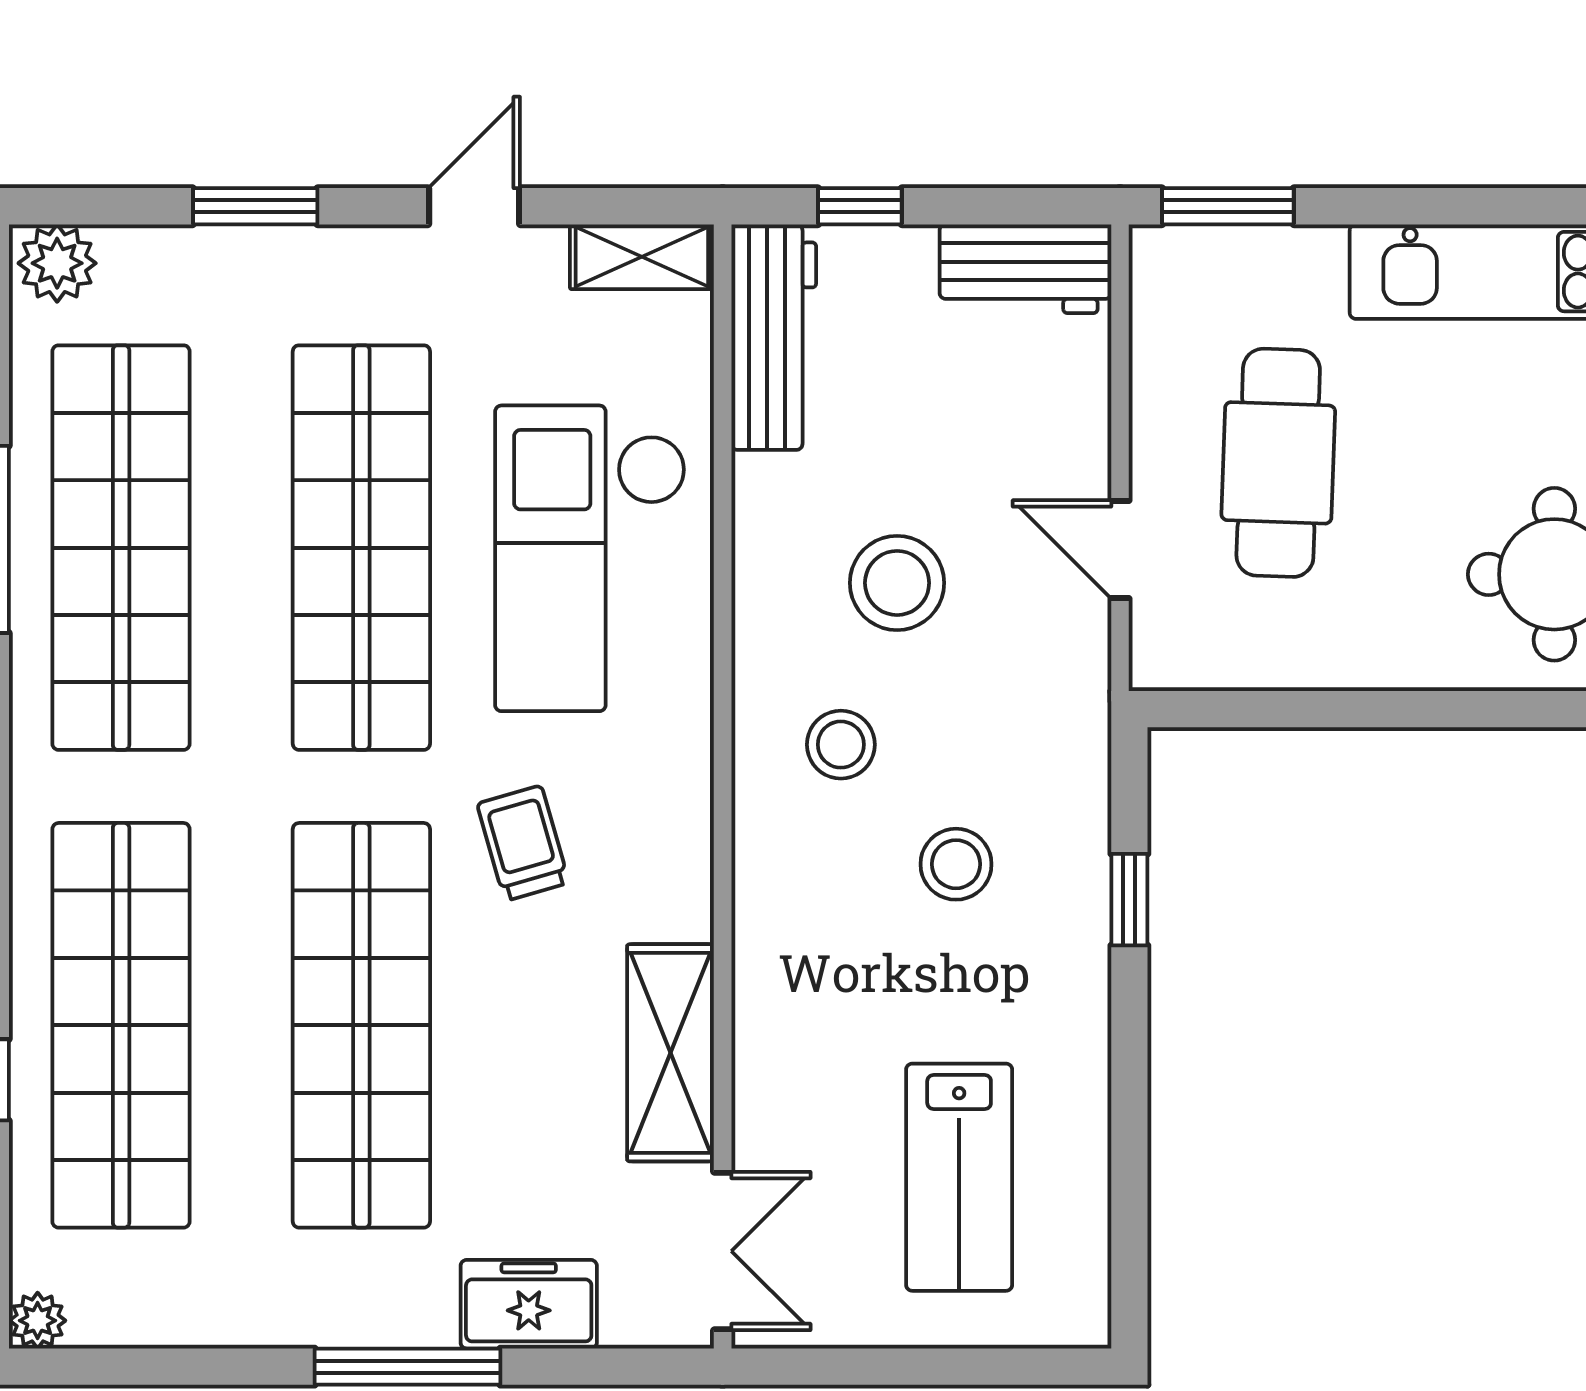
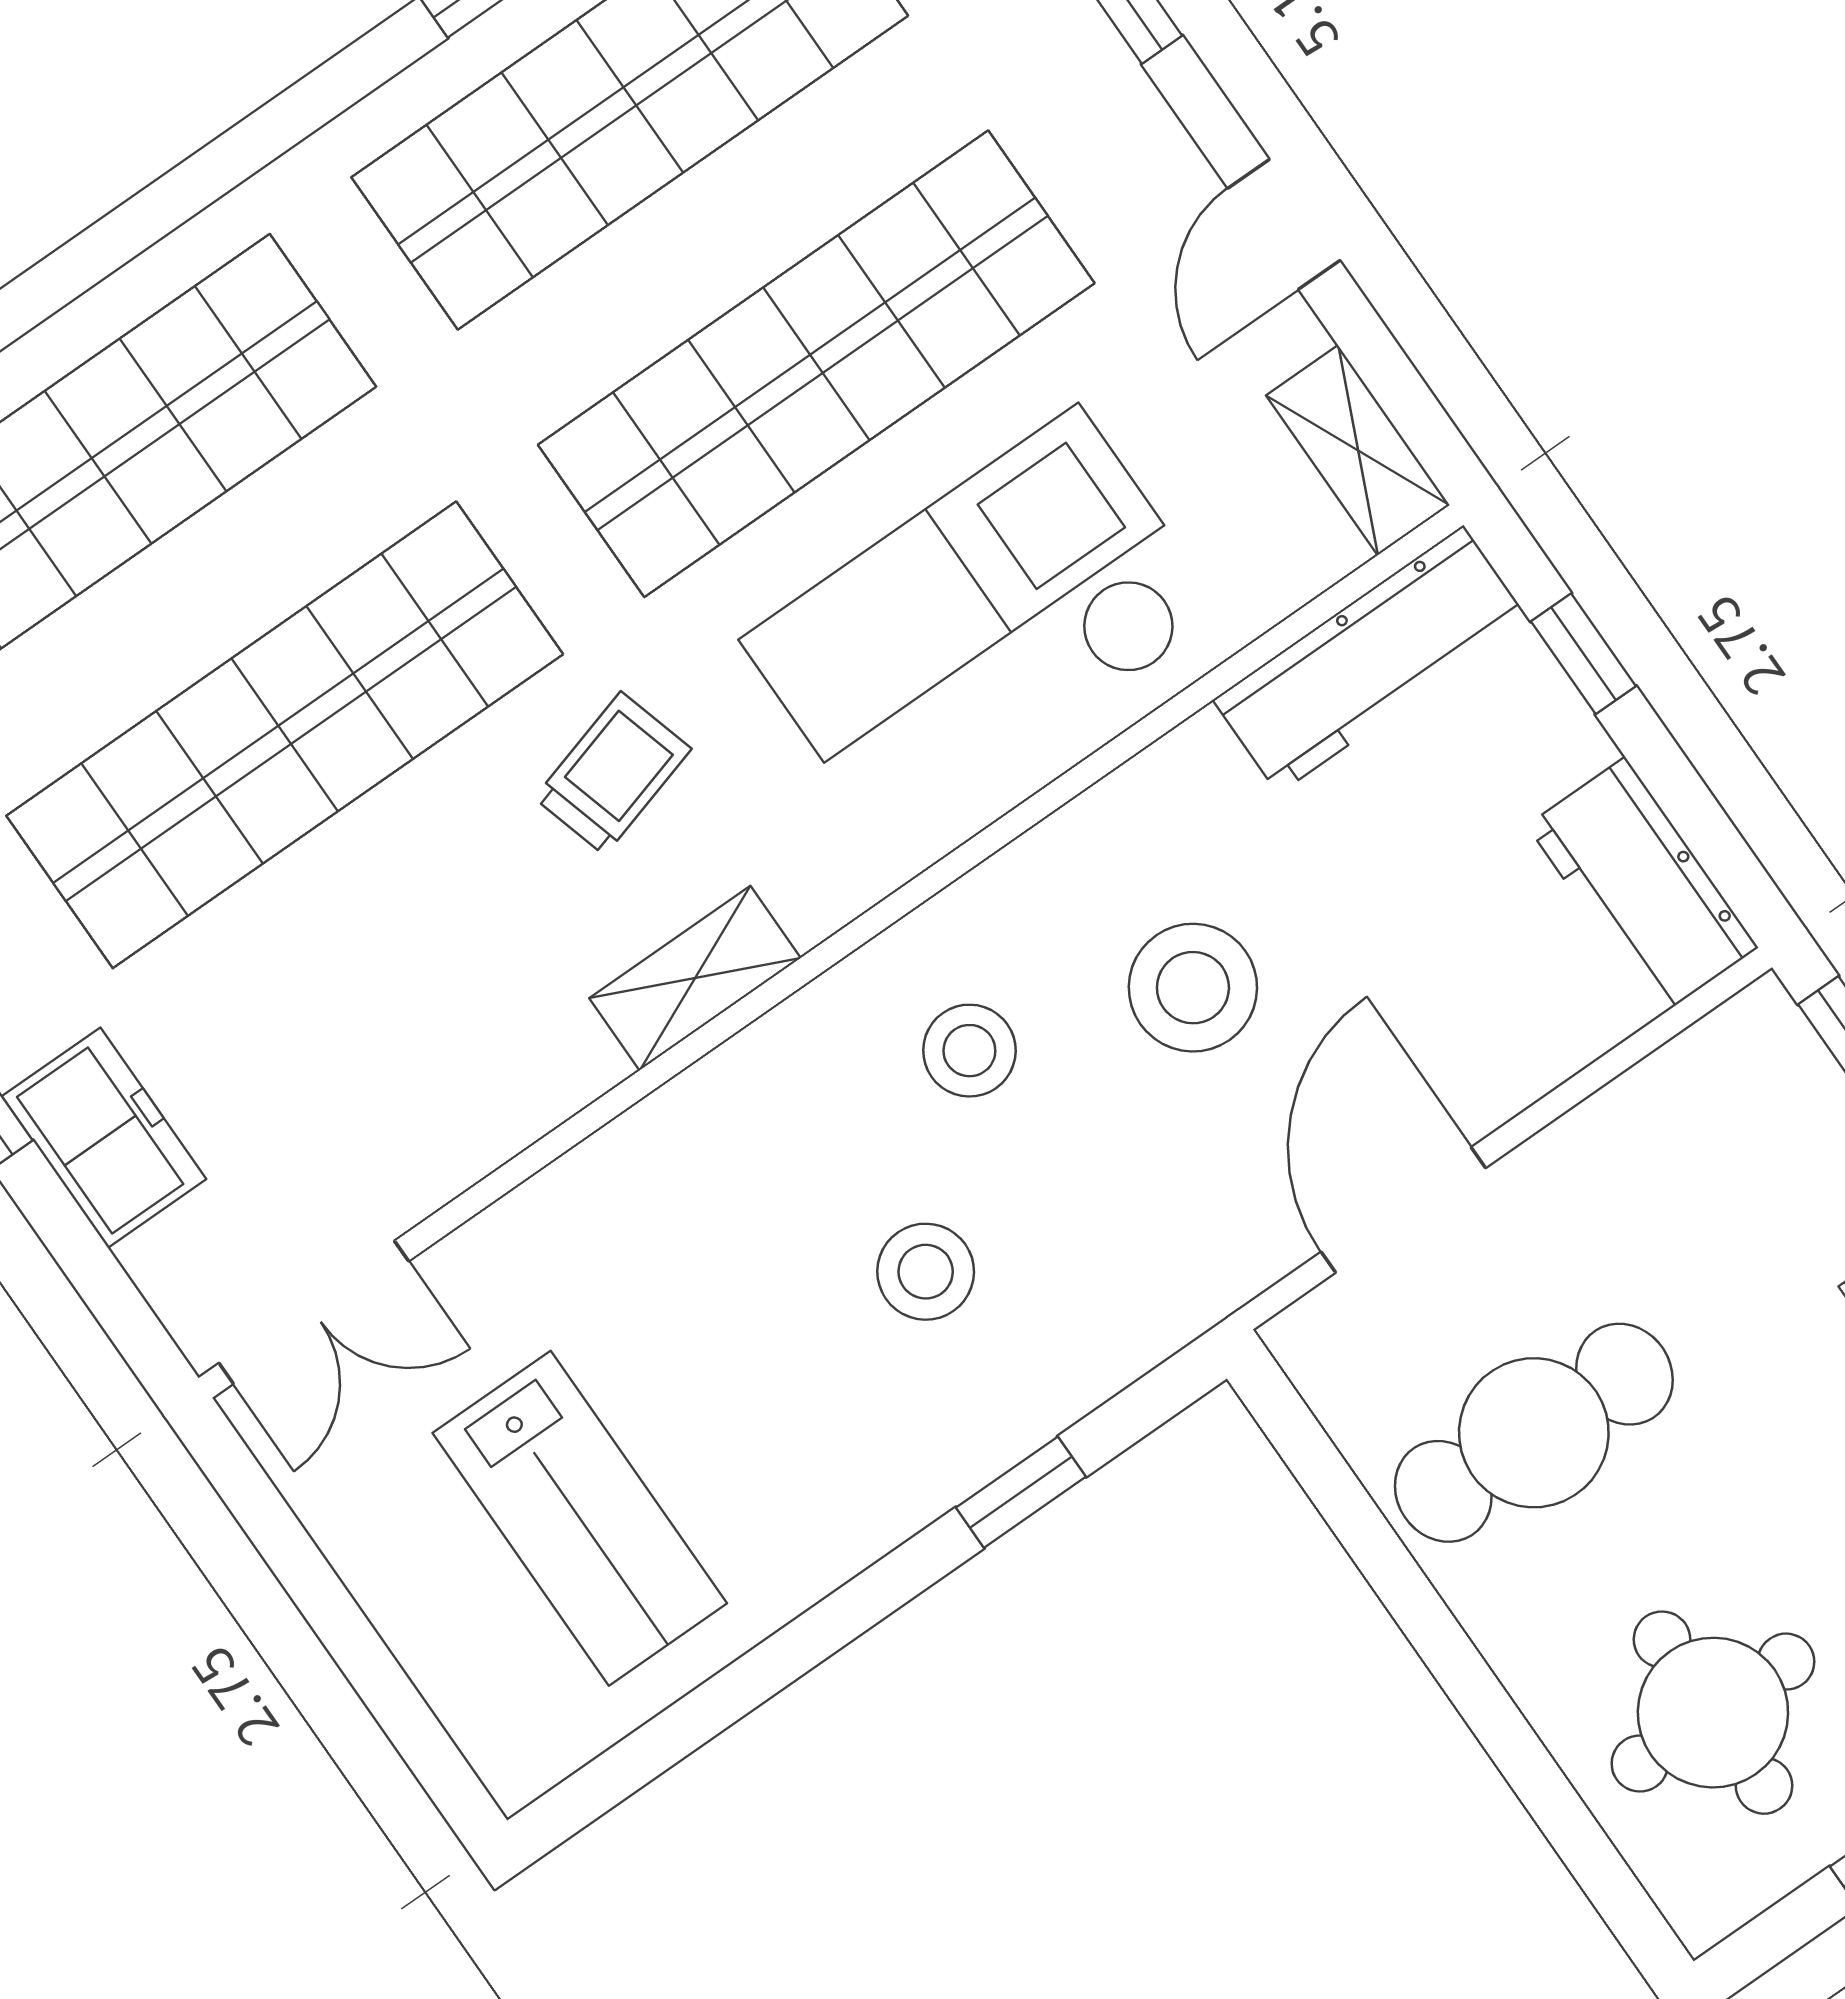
door: (474, 206) -> (1284, 224), swing flipped
cafe table: (1278, 463) -> (1534, 1433), moved
door: (1120, 549) -> (1403, 1210), width x1.38
shelving: (671, 1053) -> (695, 978), moved, width x0.67, depth x0.75
lab bench: (959, 1177) -> (580, 1518), turned -90

